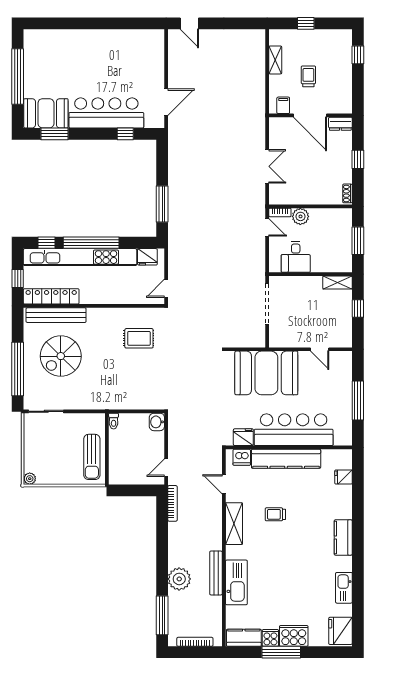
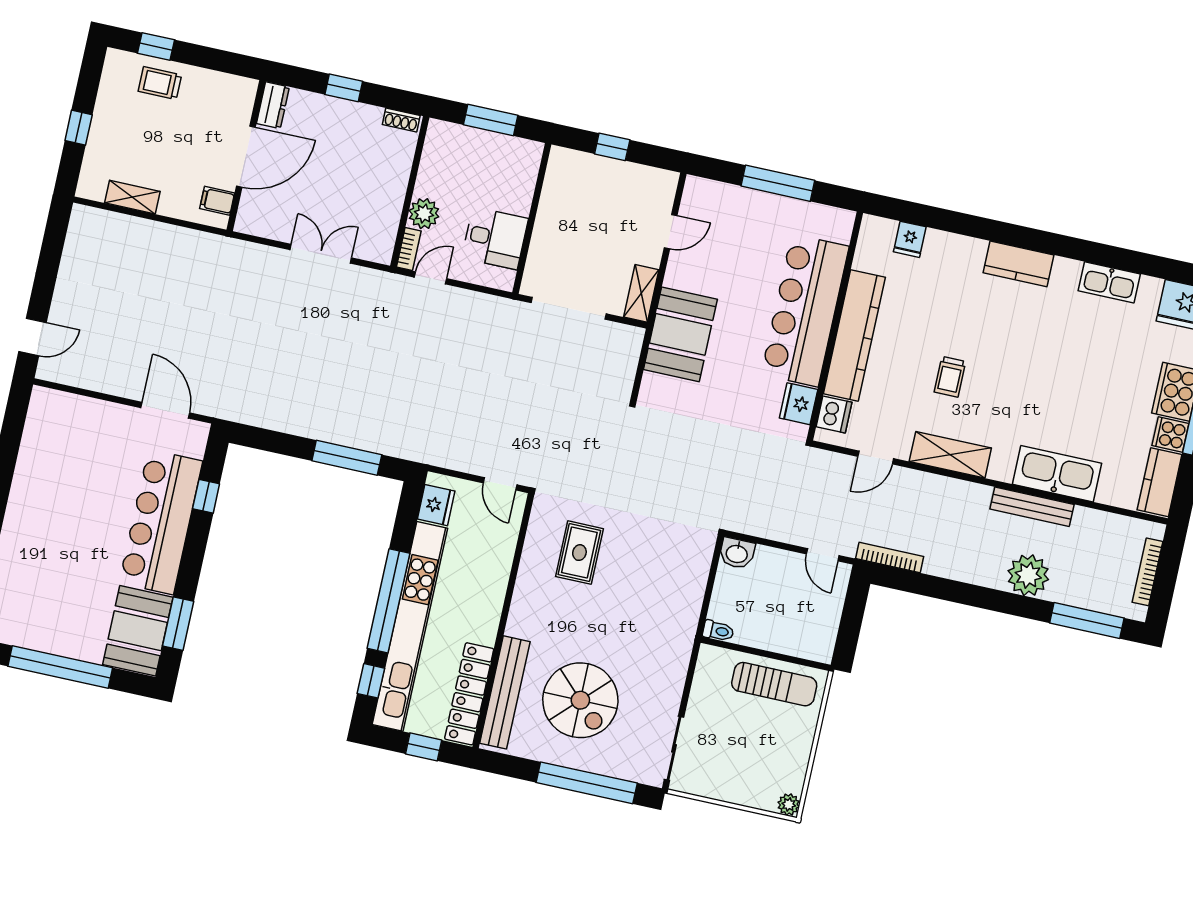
trolley: (308, 76) -> (160, 83), moved
shelving: (337, 283) -> (641, 293), moved
booth: (266, 373) -> (680, 334), width x0.73, depth x0.70

